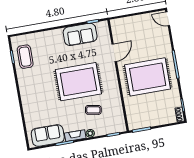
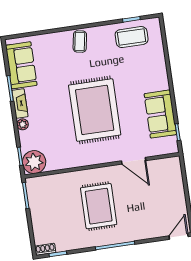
rug: (148, 77) -> (99, 206), width x0.73, depth x0.69
coffee table: (93, 110) -> (80, 41), moved
plant: (117, 124) -> (34, 162), added

